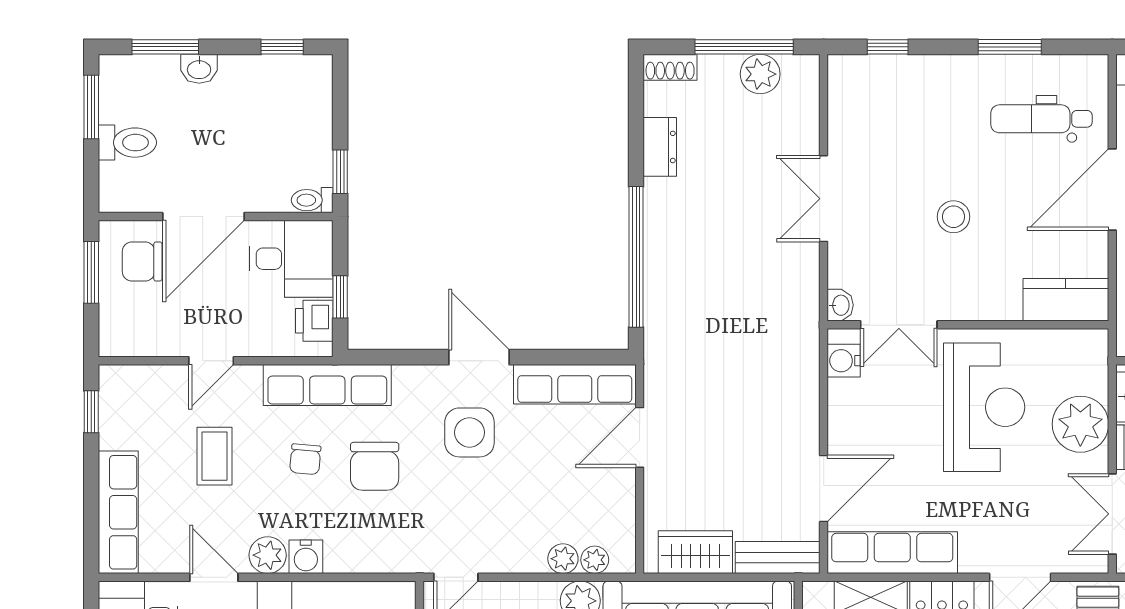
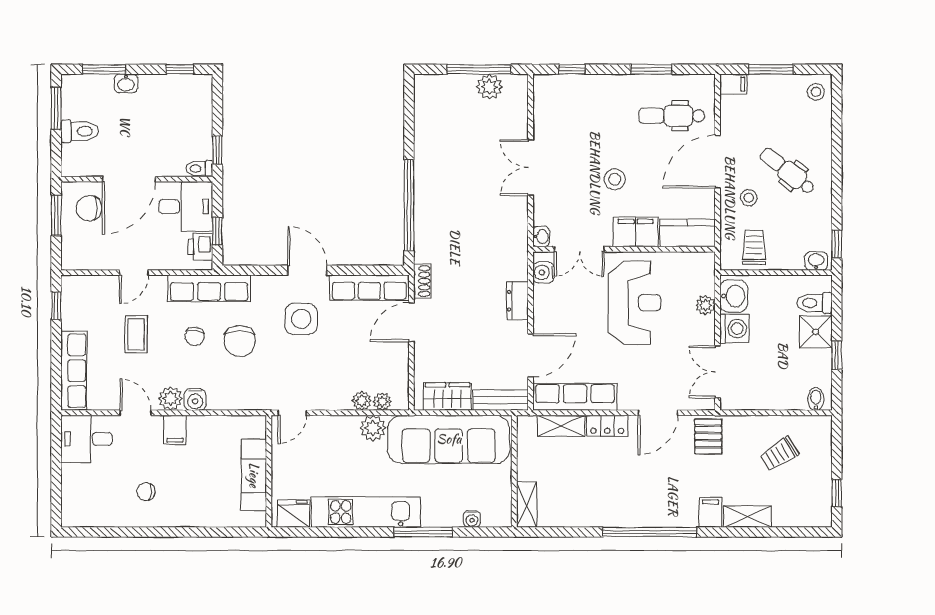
shoe rack: (670, 67) -> (422, 281), moved, turned -90
dresser: (660, 147) -> (517, 301), moved, turned 180
filing cabinet: (986, 298) -> (636, 232), added
plant: (1080, 424) -> (705, 305), width x0.53, depth x0.53

